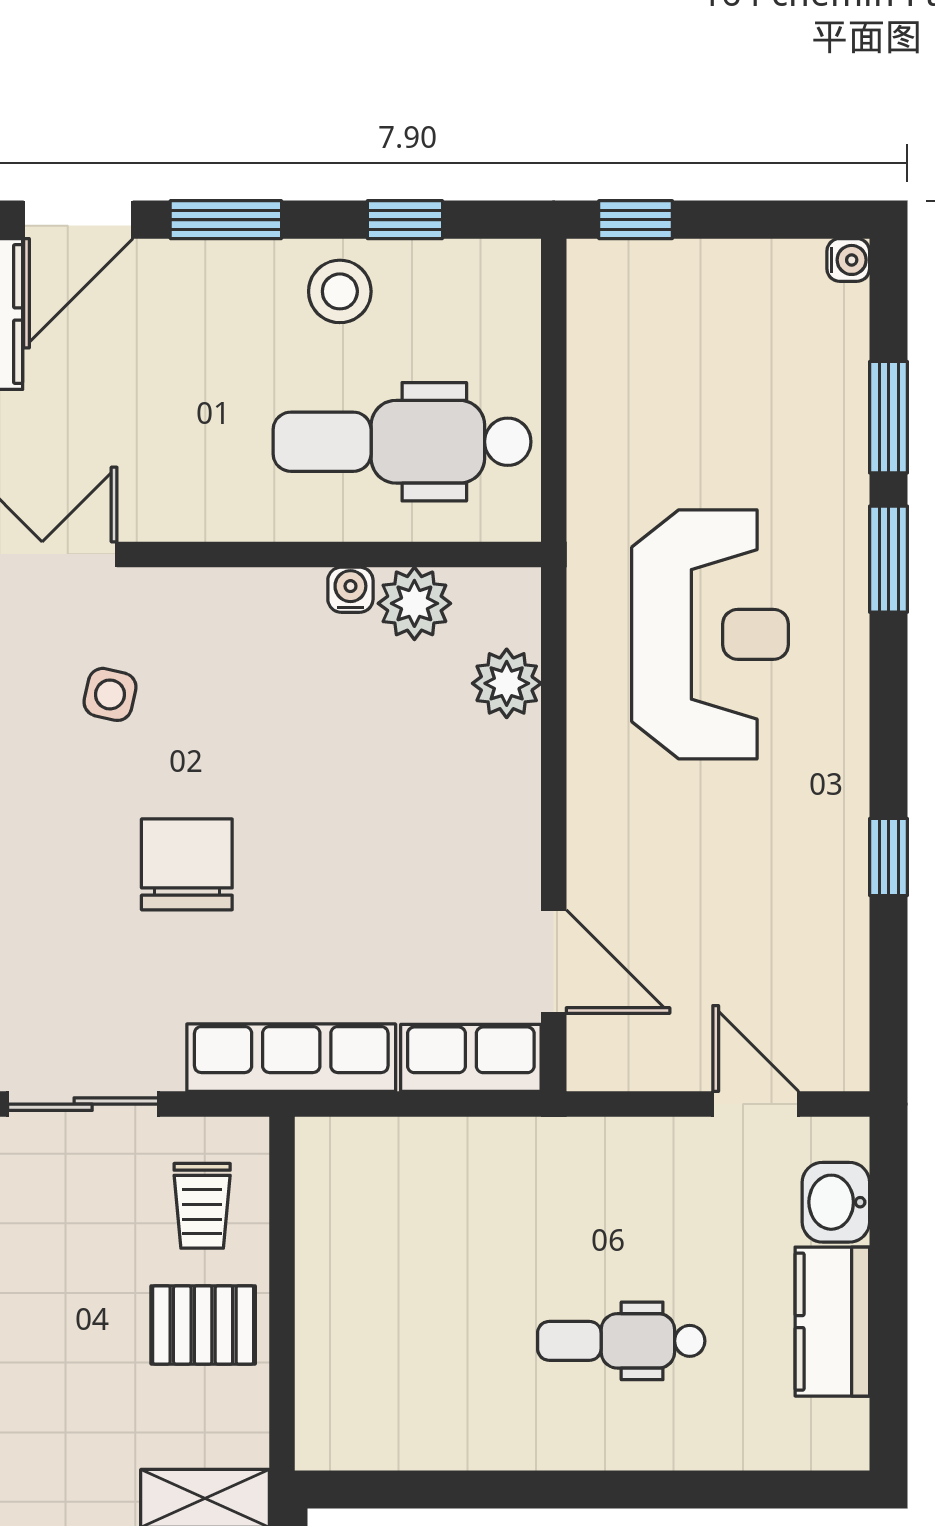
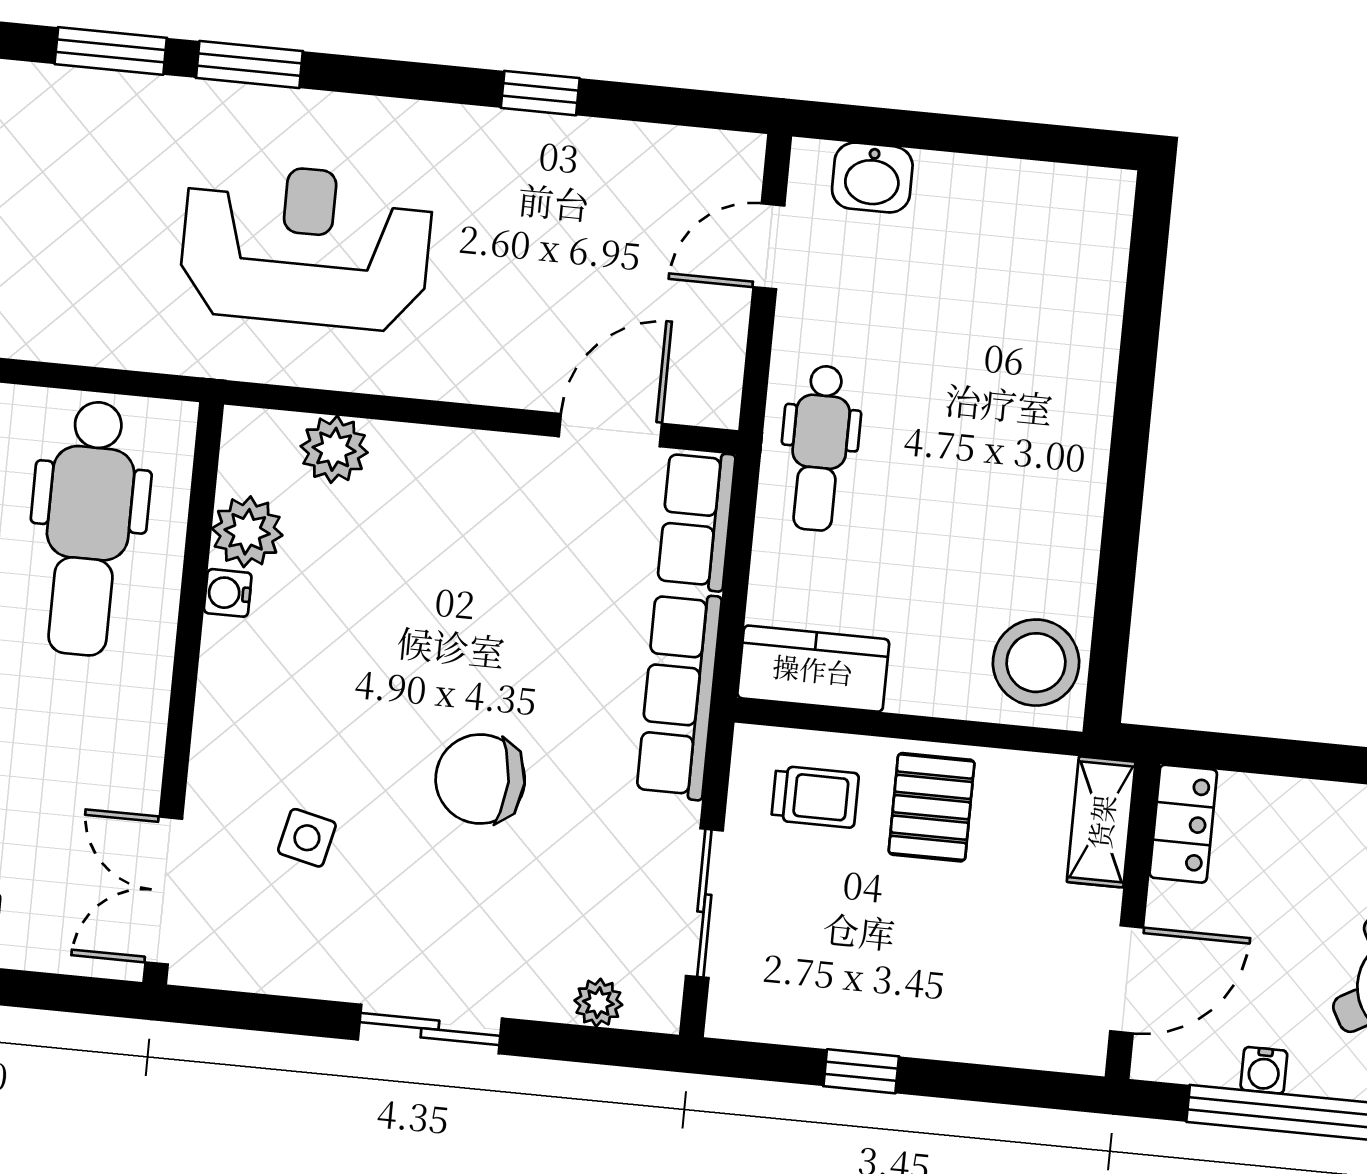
kitchen counter: (832, 1322) -> (813, 669), moved, turned 180
dental chair: (621, 1341) -> (820, 448), moved
stool: (360, 1417) -> (1036, 663), added

